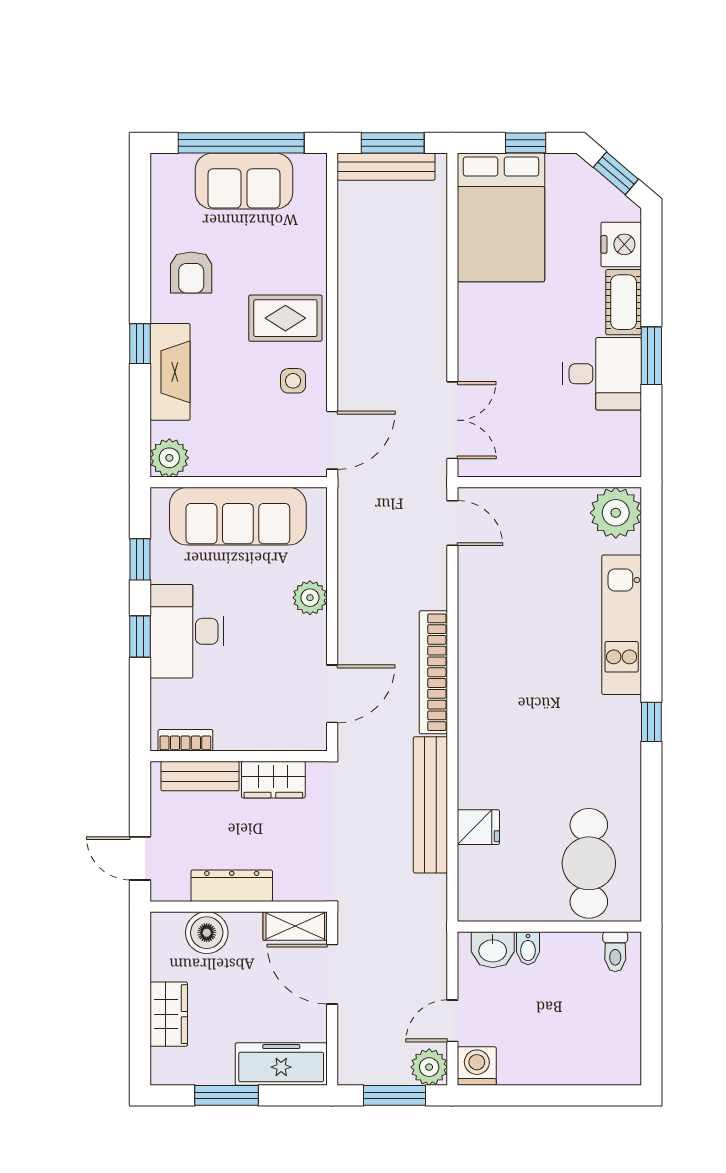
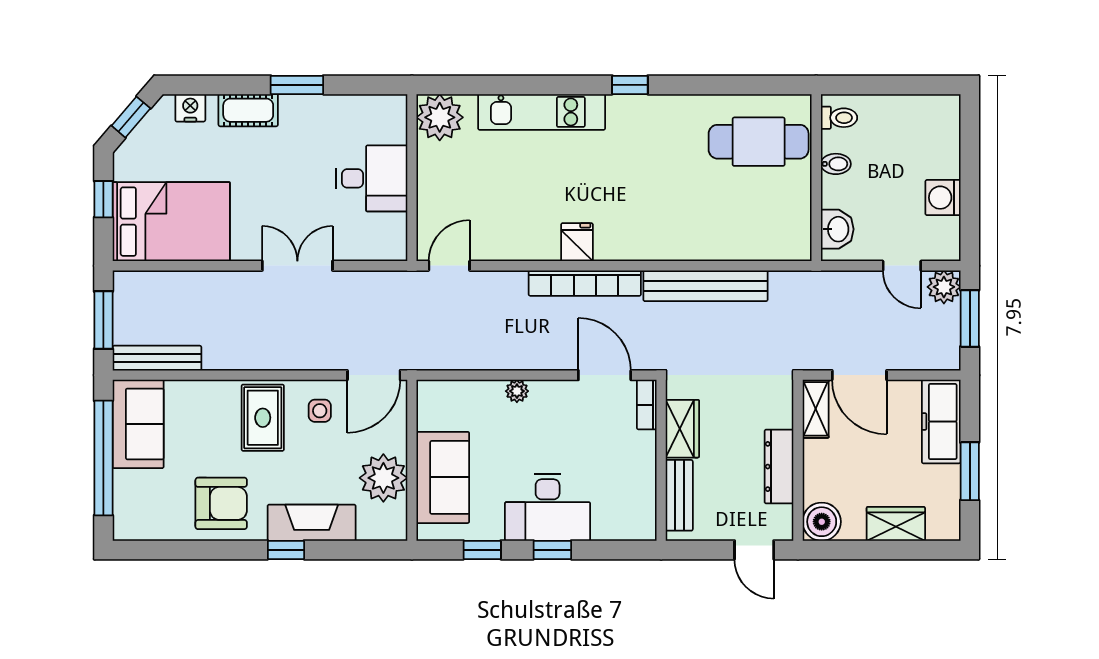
bench: (386, 167) -> (157, 358), moved, turned 90
sofa: (244, 181) -> (138, 424), moved
nightstand: (621, 244) -> (190, 108), width x0.74, depth x0.75
armchair: (191, 272) -> (221, 503), width x1.38, depth x1.38
desk: (602, 374) -> (372, 178), moved, turned 90
double door: (452, 420) -> (297, 266), moved
door: (332, 440) -> (374, 375), swing flipped
plant: (169, 458) -> (383, 478), moved, width x1.36, depth x1.36
sofa: (238, 516) -> (443, 477), width x0.73
plant: (310, 598) -> (517, 391), width x0.73, depth x0.73
bookcase: (185, 740) -> (647, 405), moved
fridge: (478, 827) -> (577, 242), moved
door: (140, 858) -> (754, 550), hinge flipped
boiler: (207, 933) -> (822, 522), moved
bidet: (528, 948) -> (836, 164), moved
door: (332, 974) -> (859, 375), hinge flipped
washing machine: (477, 1066) -> (943, 198), moved

